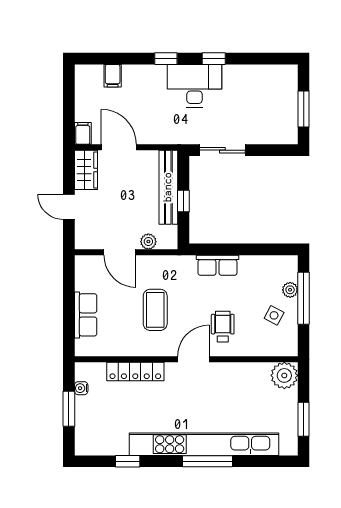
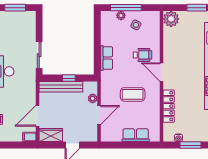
wheelchair: (223, 327) -> (142, 55), turned 180

